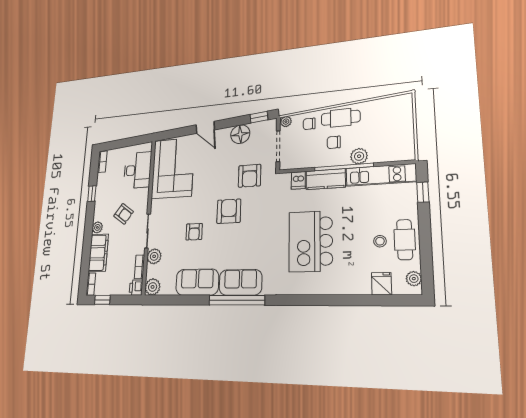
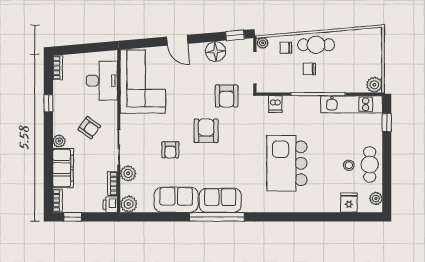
plant: (359, 156) -> (374, 85), moved
kitchen counter: (326, 179) -> (301, 105), removed

